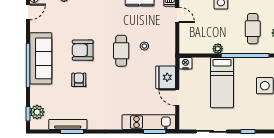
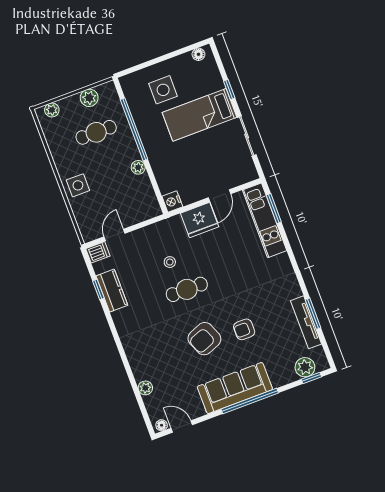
armchair: (83, 50) -> (204, 339), turned 68
bed: (222, 83) -> (200, 115), moved, turned 180

